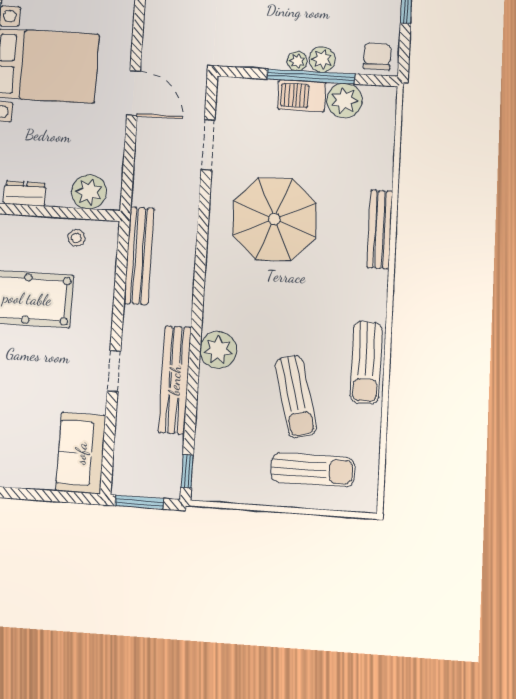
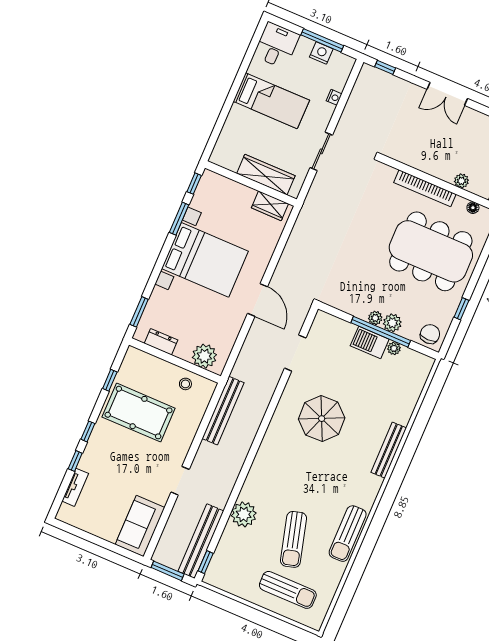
plant: (344, 100) -> (394, 348), width x0.53, depth x0.53
parasol: (274, 219) -> (322, 419), width x0.73, depth x0.73
plant: (218, 350) -> (244, 514), moved
bench: (175, 380) -> (201, 541), moved

